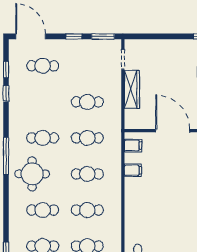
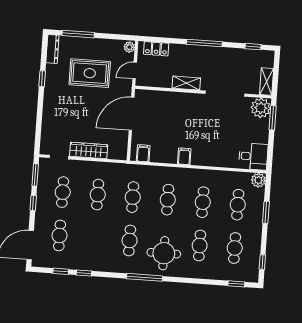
cafe table: (87, 66) -> (63, 192), added
filing cabinet: (133, 170) -> (184, 156), moved

